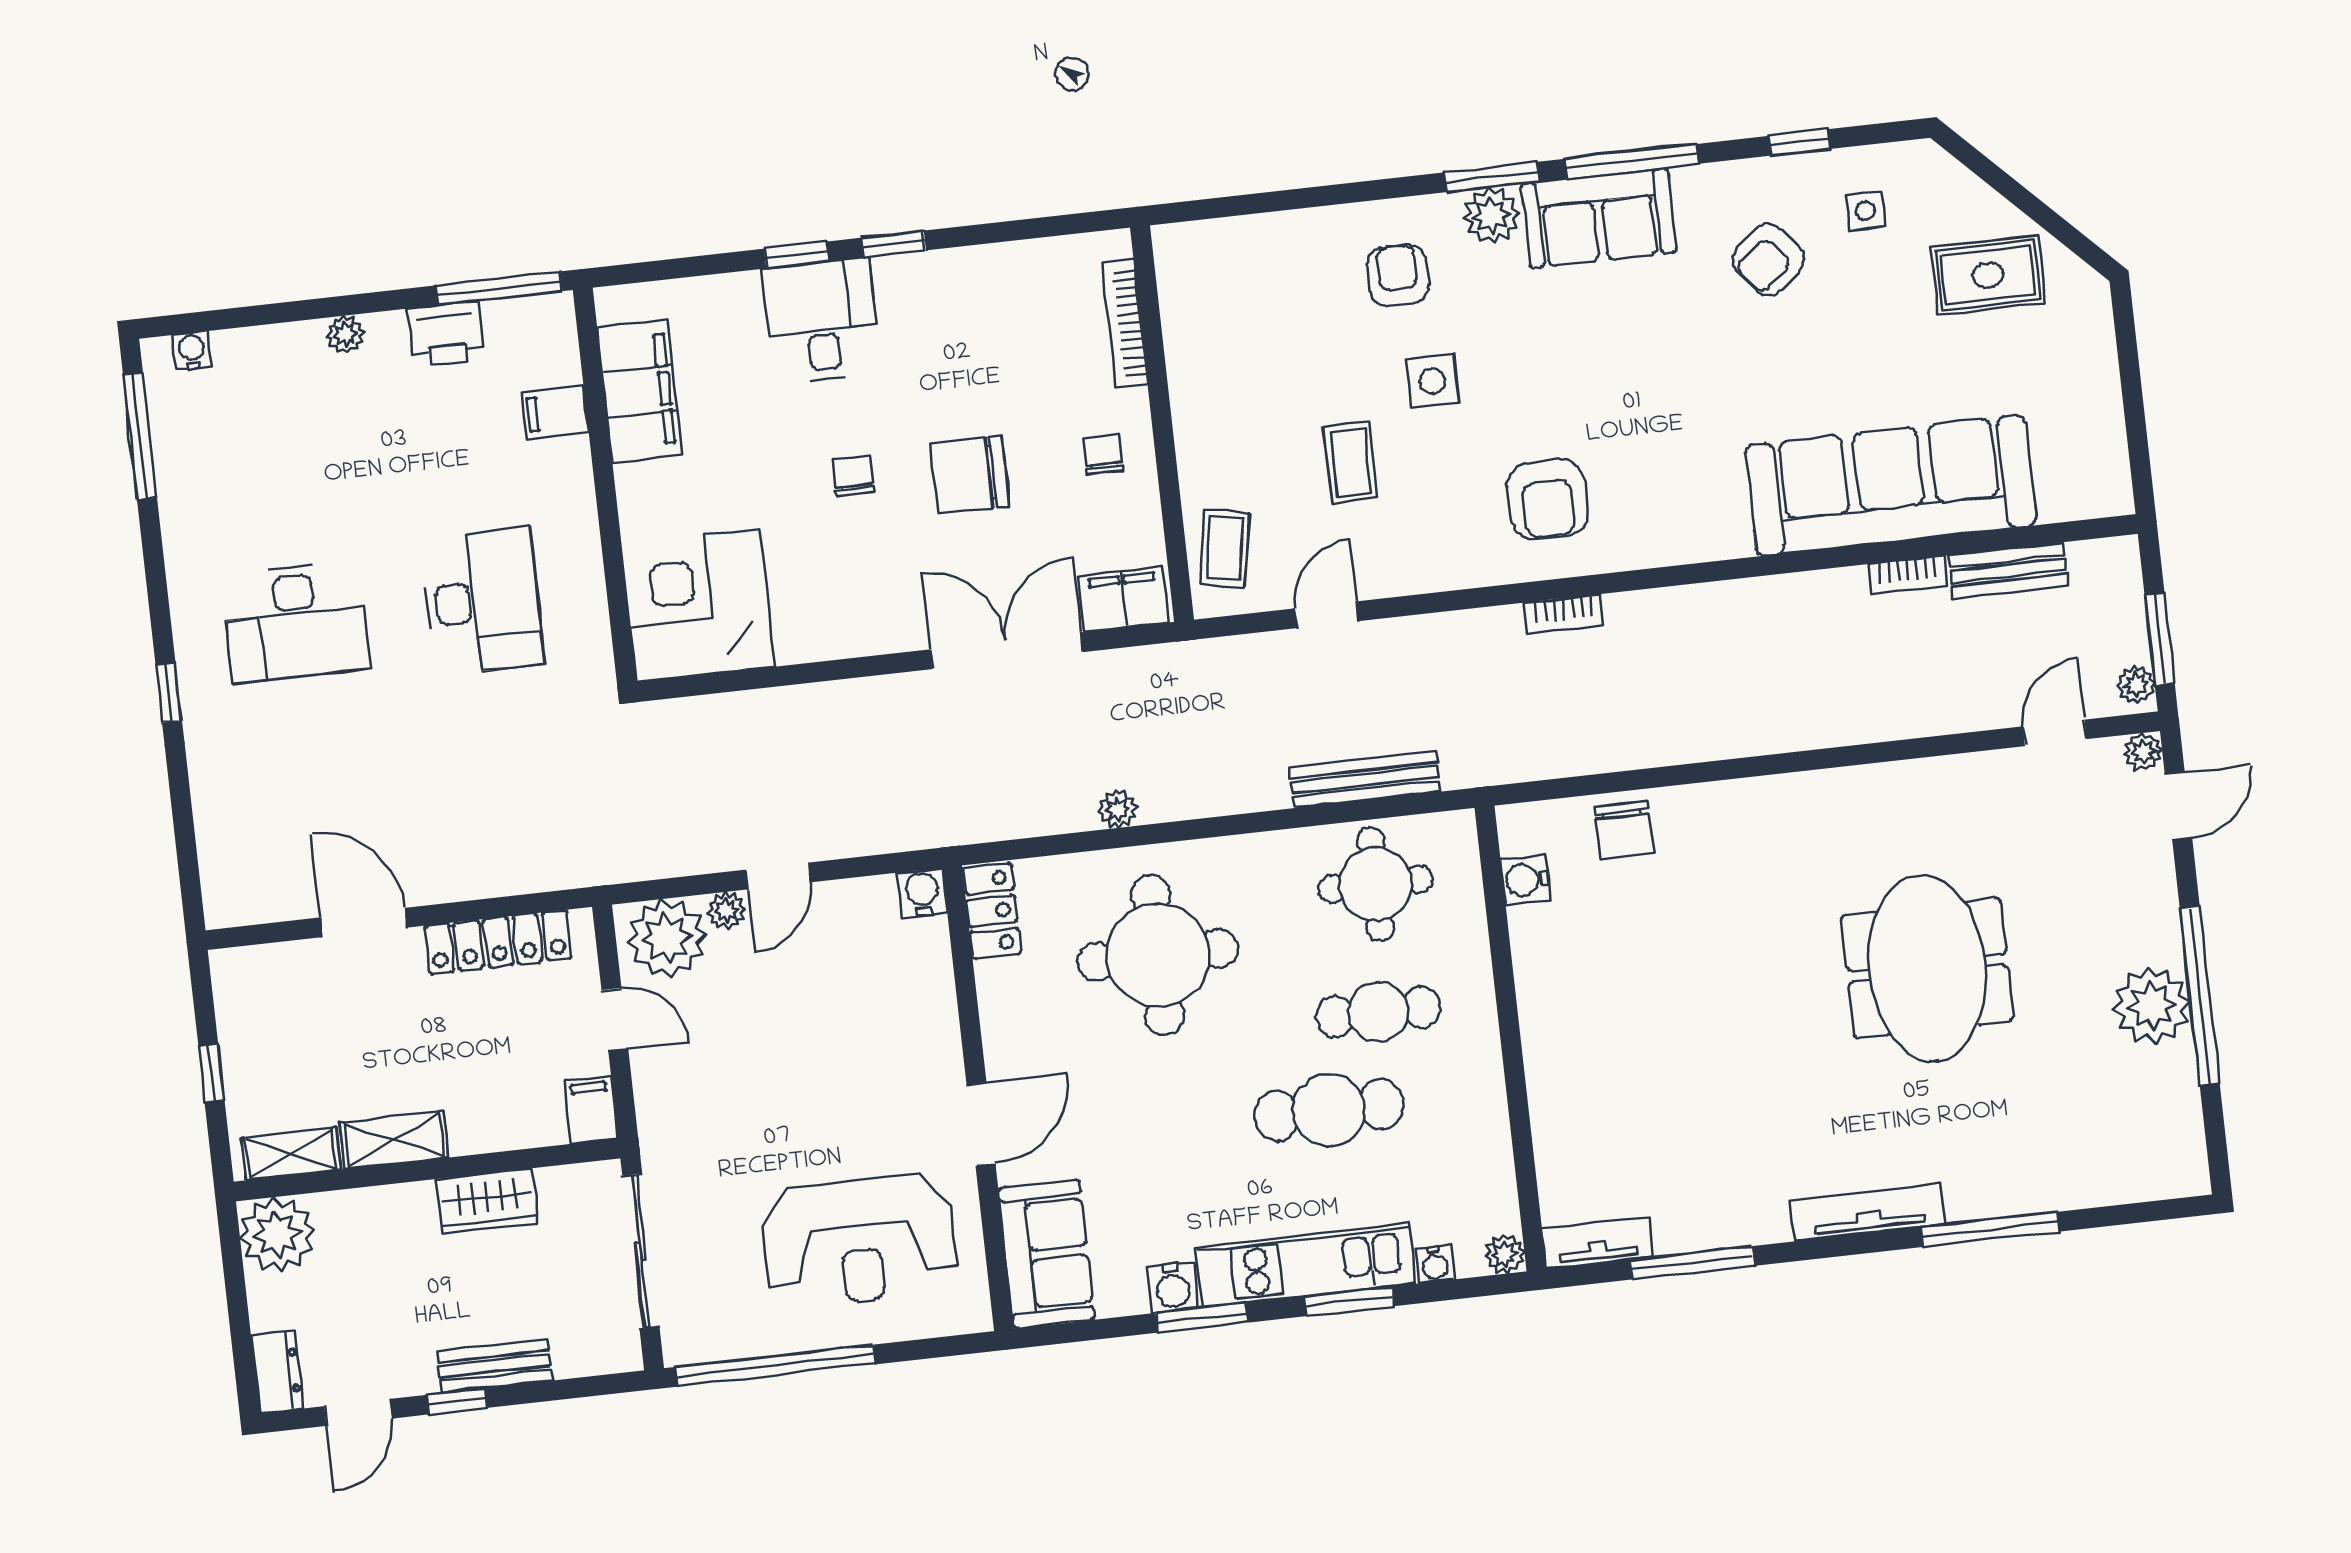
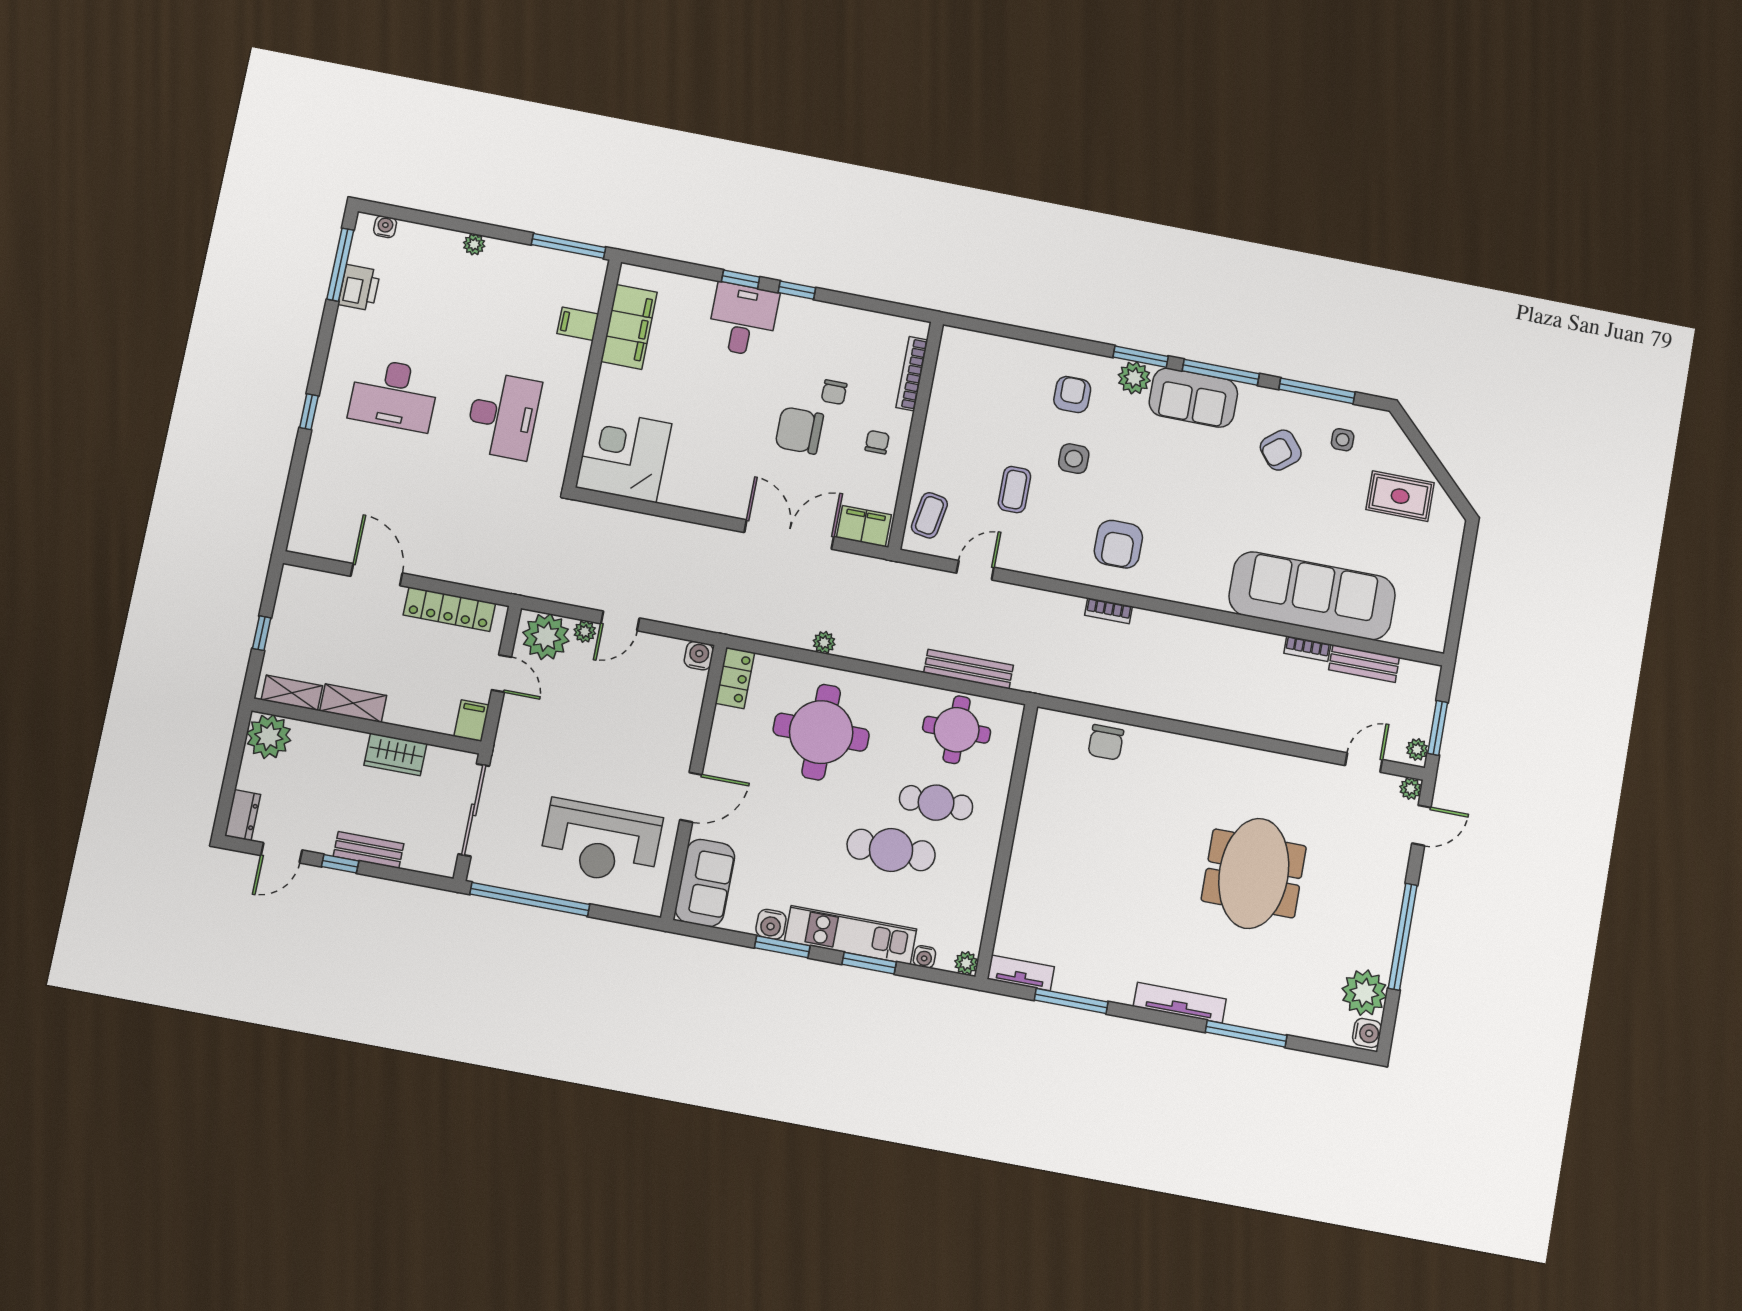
window: (1800, 142) -> (1317, 391), width x2.17
printer: (446, 334) -> (359, 288), moved, turned -90
chair: (853, 476) -> (834, 392), moved, turned 180
water cooler: (1526, 880) -> (1367, 1033), moved, turned 180
plant: (2152, 1006) -> (1364, 993), moved

